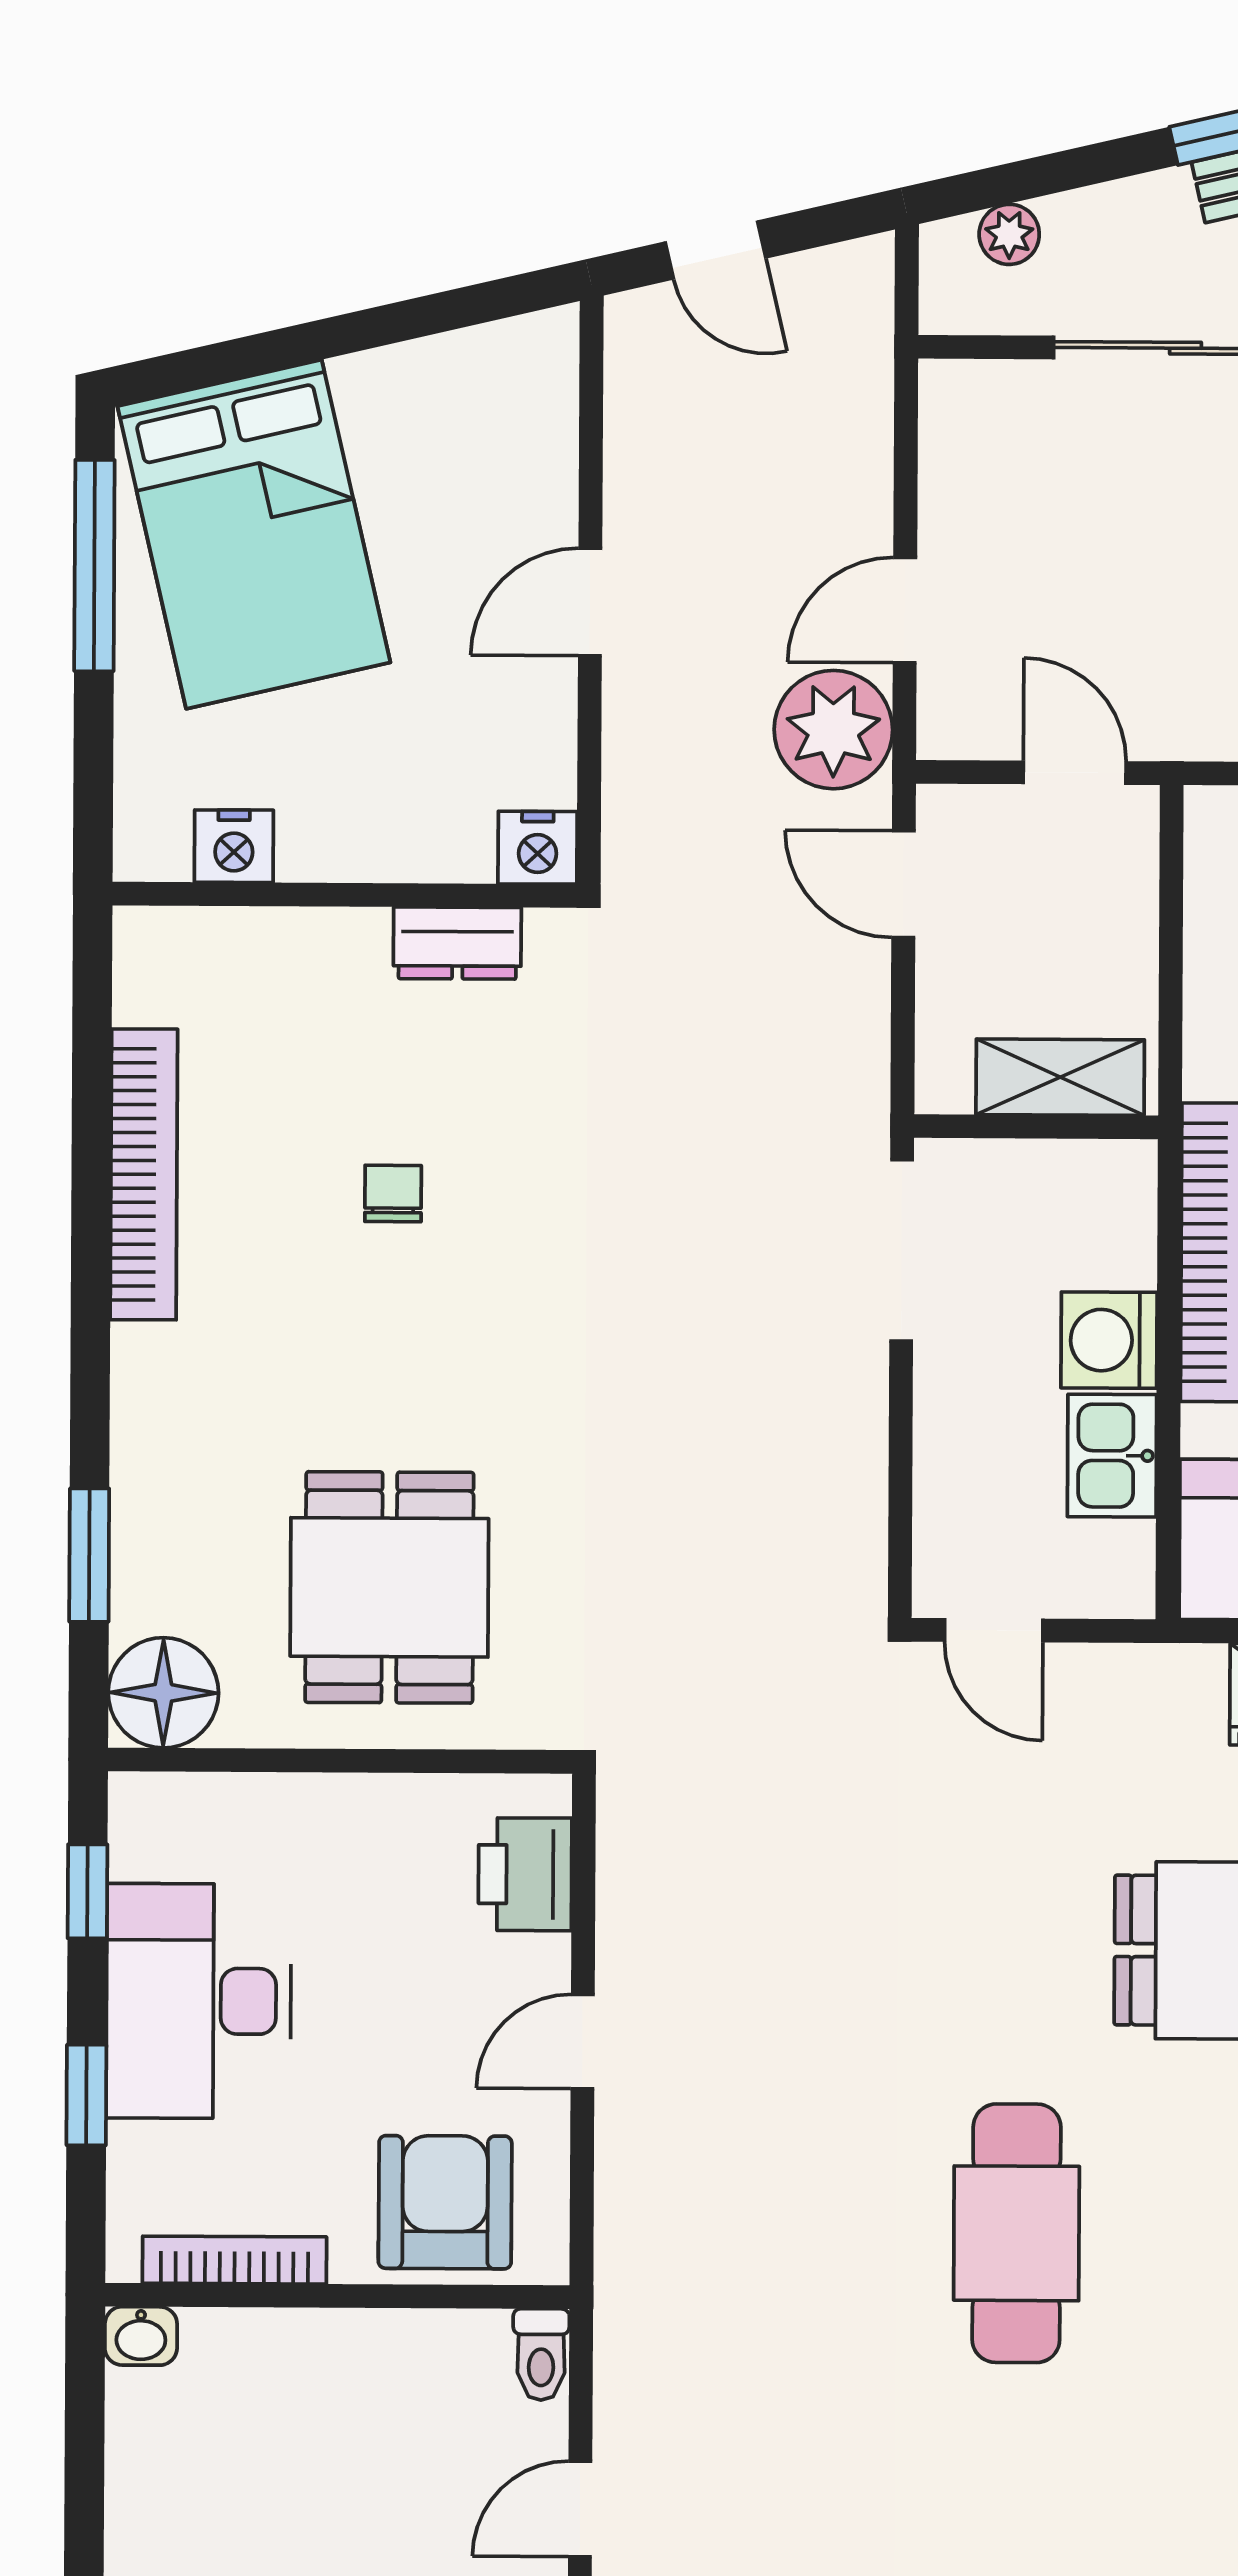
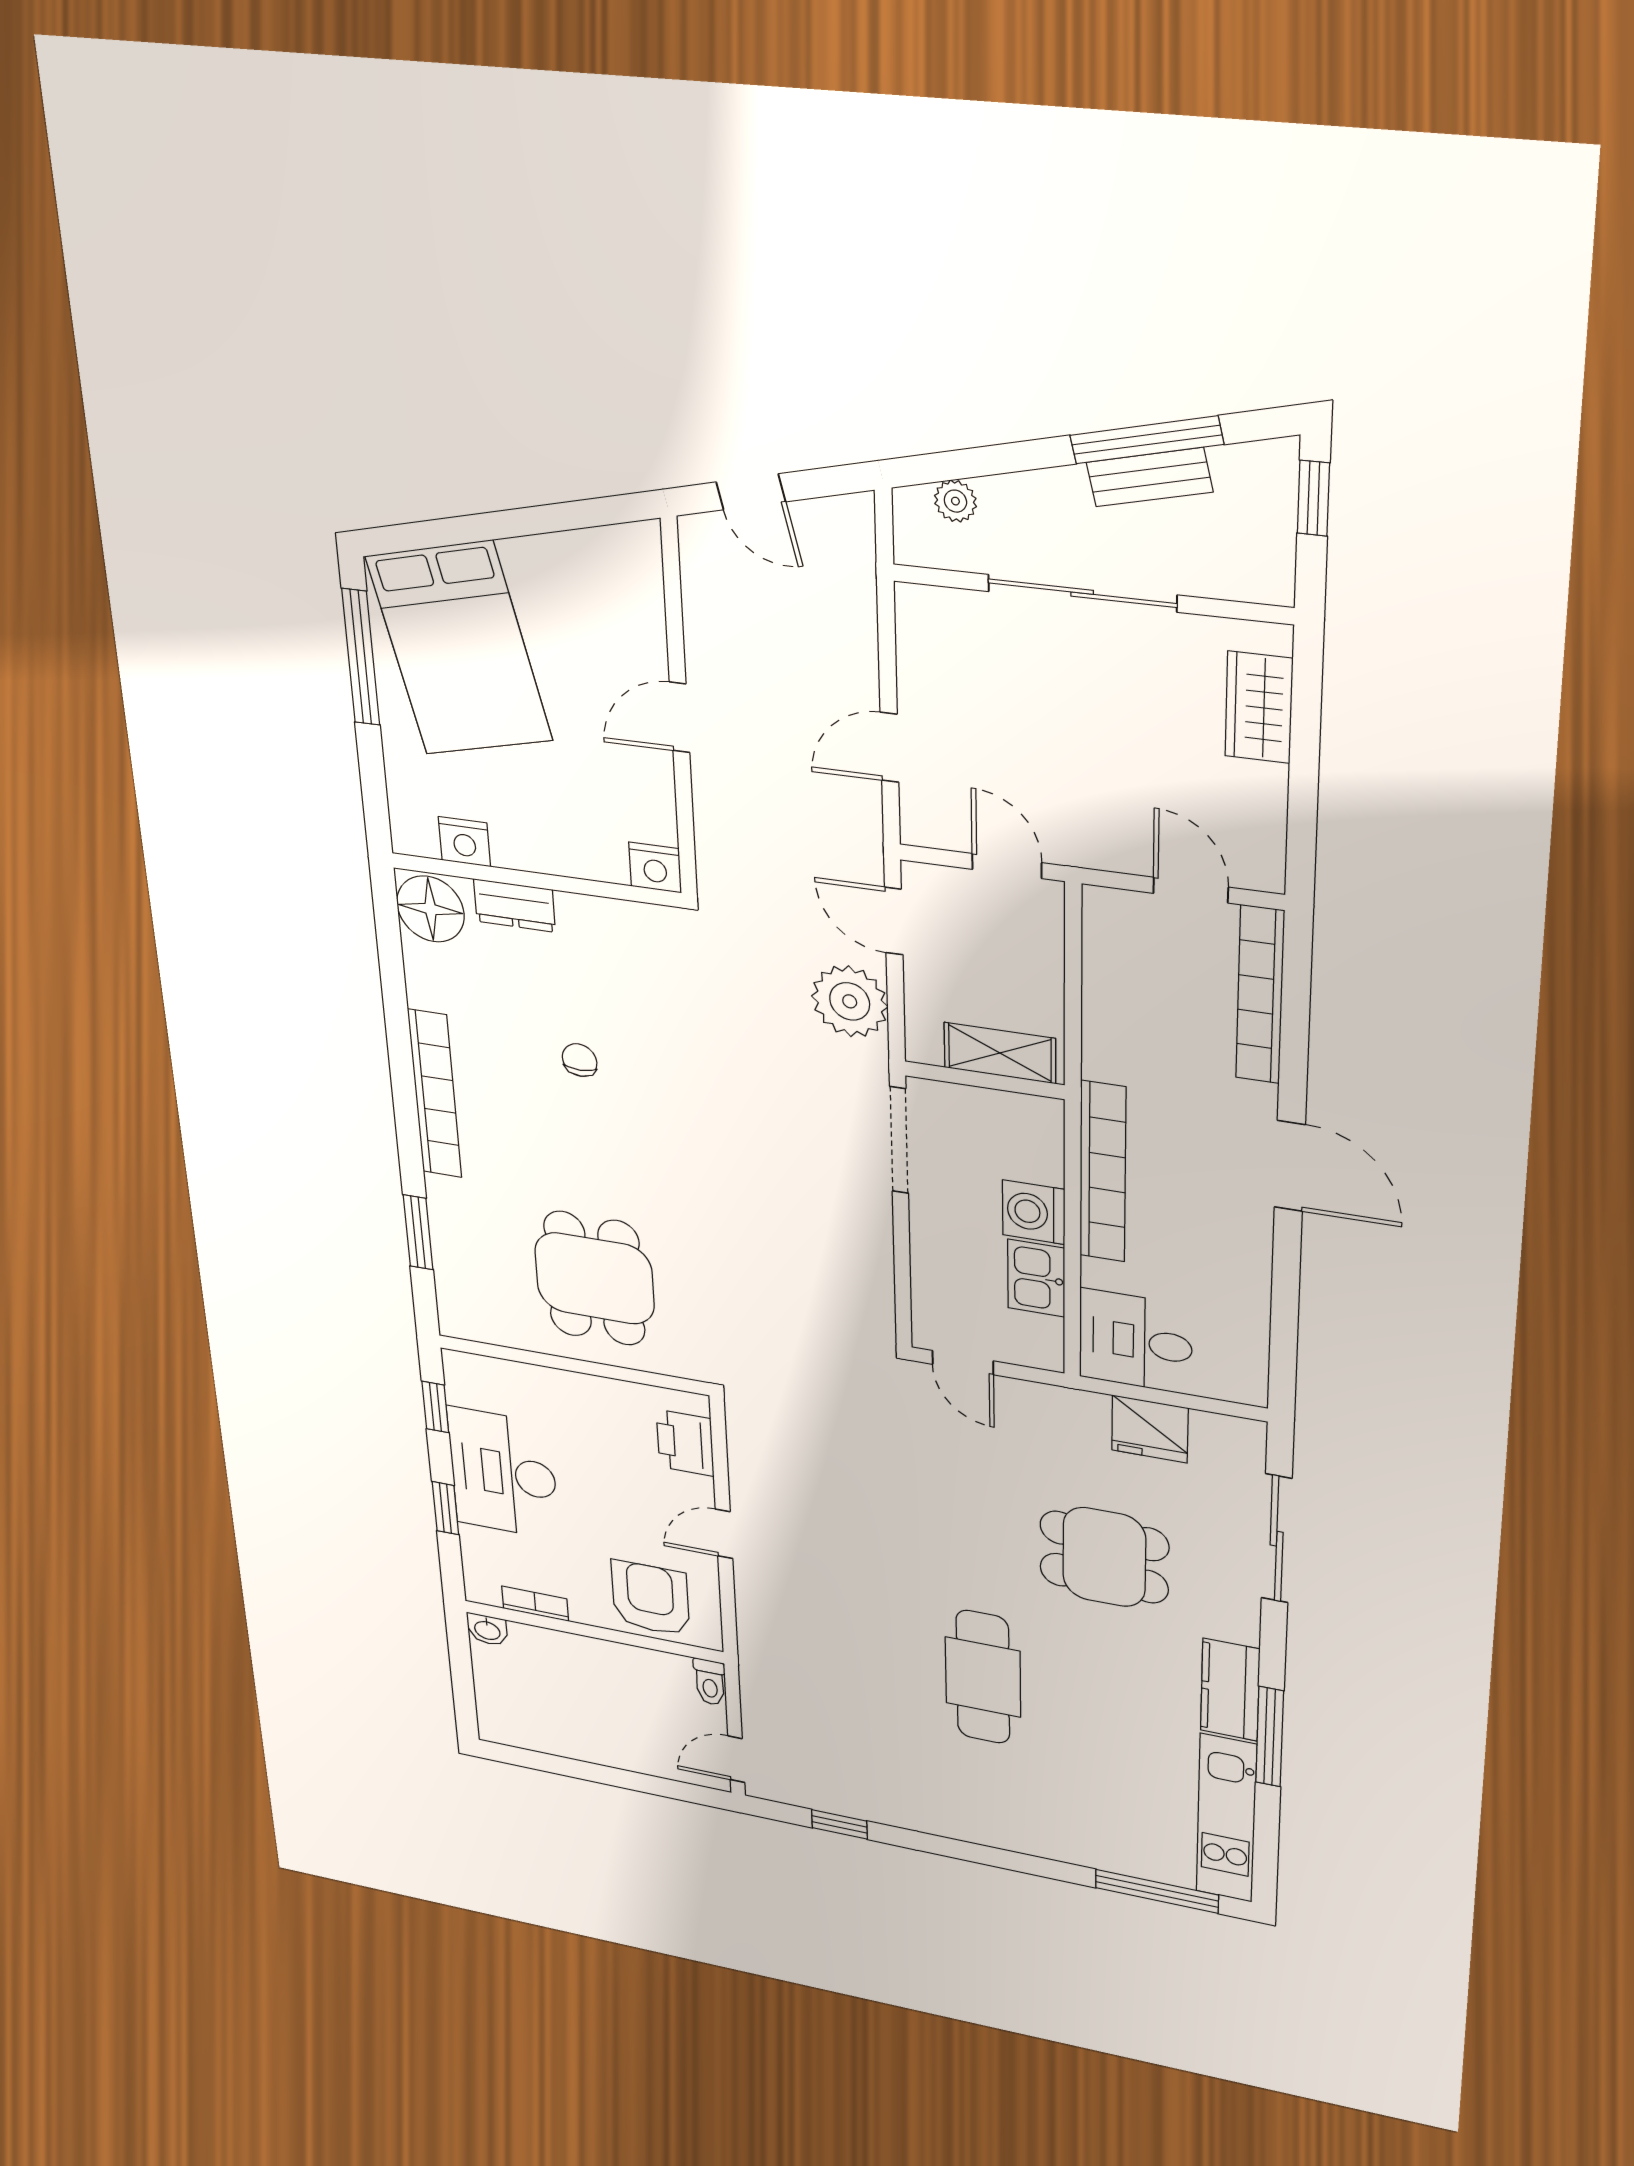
plant: (833, 730) -> (850, 1001), moved
dresser: (457, 943) -> (514, 905), moved
bookcase: (144, 1174) -> (435, 1094), moved
floor lamp: (163, 1693) -> (430, 909), moved
bookcase: (235, 2260) -> (535, 1604), width x0.64

